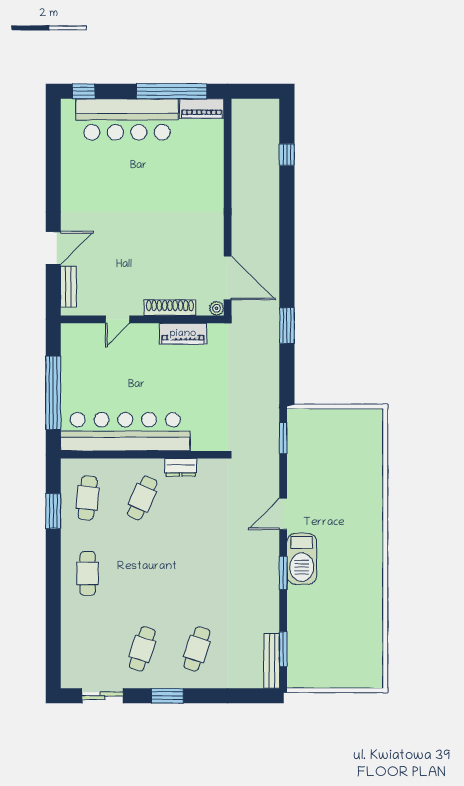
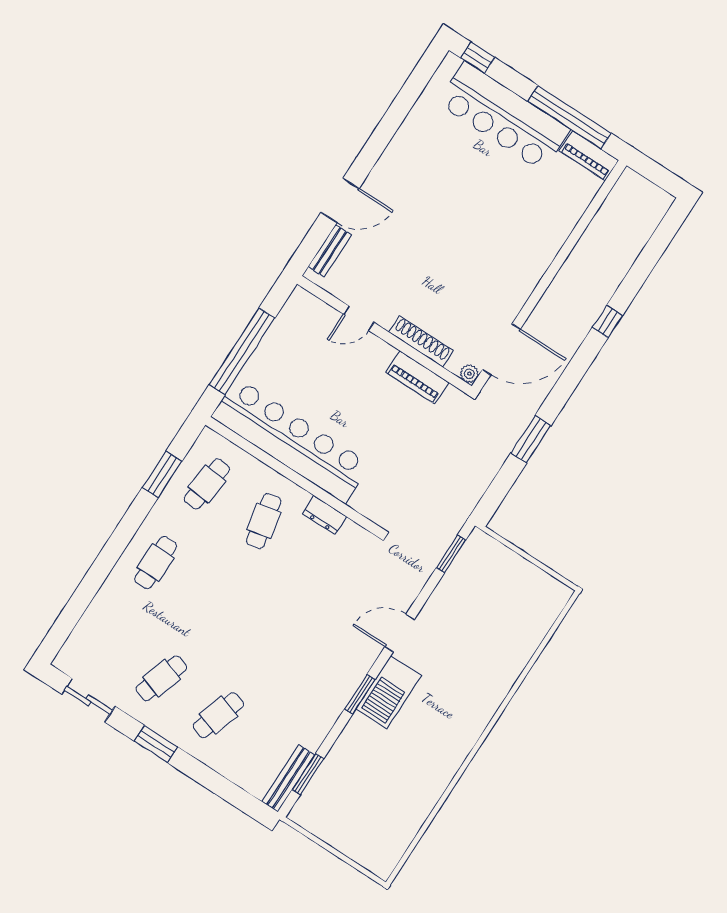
window: (287, 155) -> (607, 322), moved
door: (228, 278) -> (501, 349), hinge flipped
cafe table: (142, 498) -> (264, 521), turned -36

